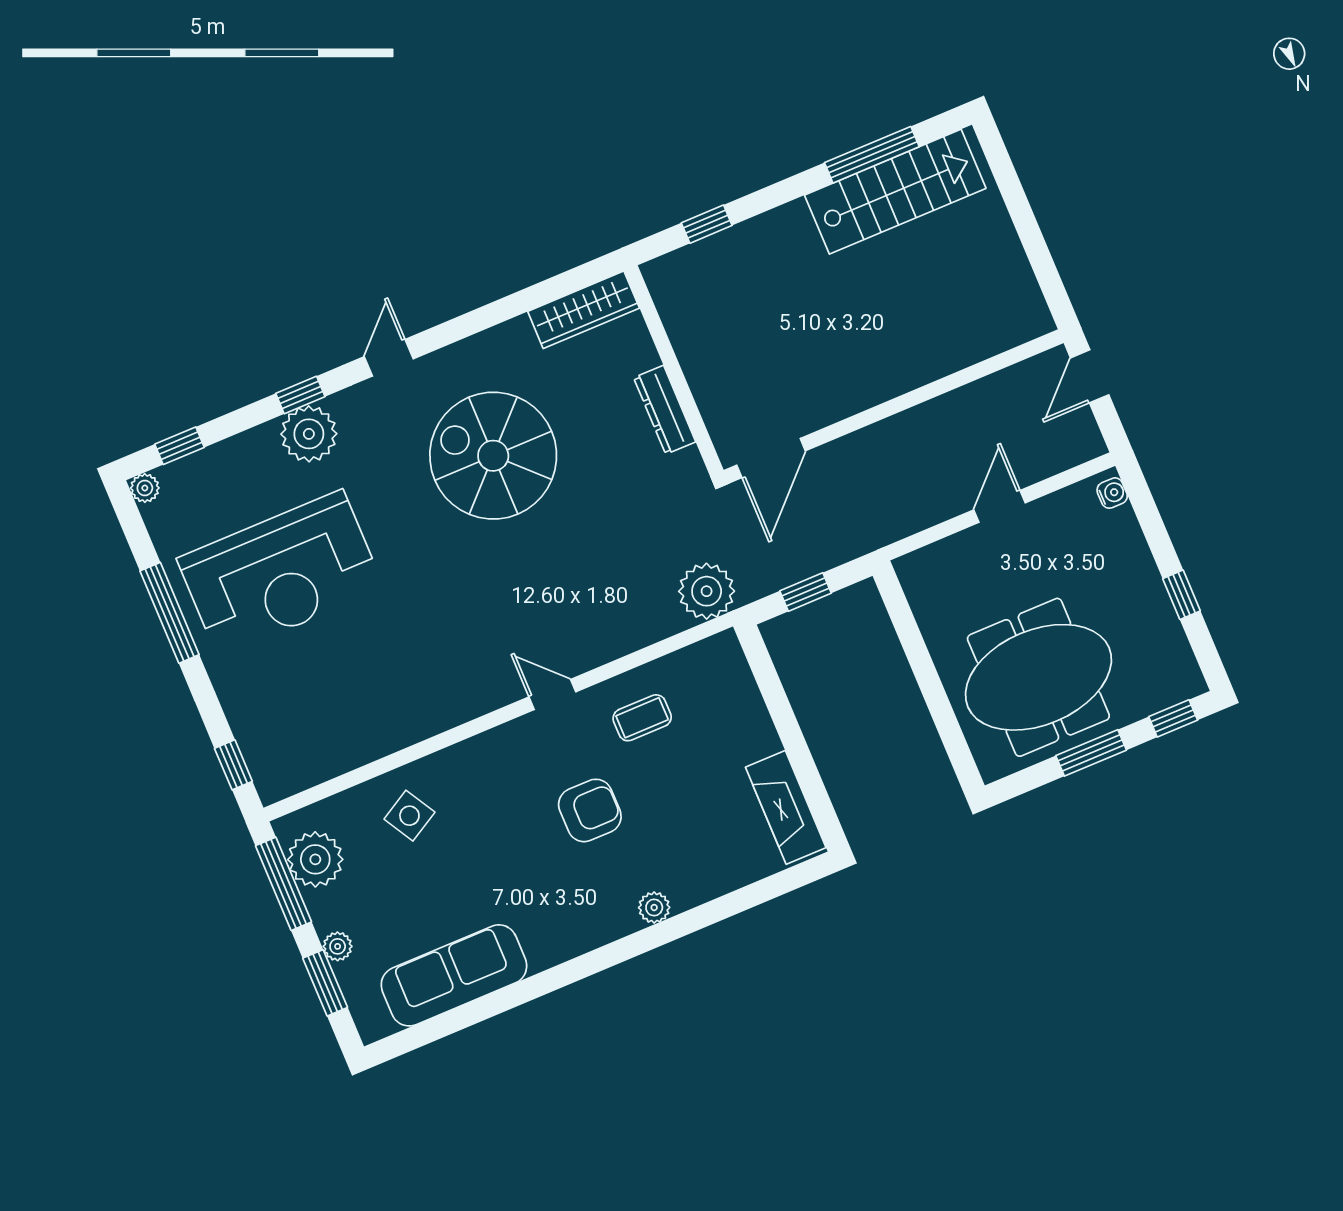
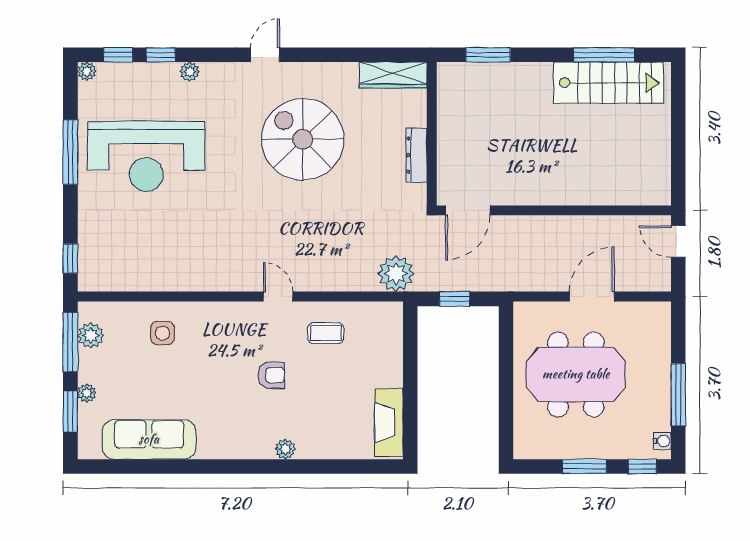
window: (707, 224) -> (488, 55), width x1.50
door: (1090, 376) -> (678, 242), hinge flipped
window: (300, 395) -> (161, 55), moved
plant: (309, 434) -> (190, 72), width x0.53, depth x0.53
water cooler: (1112, 493) -> (662, 441), moved
door: (1000, 506) -> (592, 297), width x1.38
window: (1182, 595) -> (678, 395), width x2.17
meeting table: (1038, 677) -> (576, 374), moved
armchair: (590, 810) -> (271, 375), width x0.72, depth x0.72
side table: (409, 816) -> (163, 333), turned 30
plant: (315, 859) -> (91, 335), width x0.73, depth x0.73

